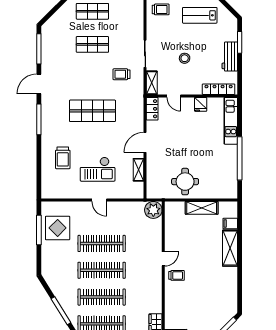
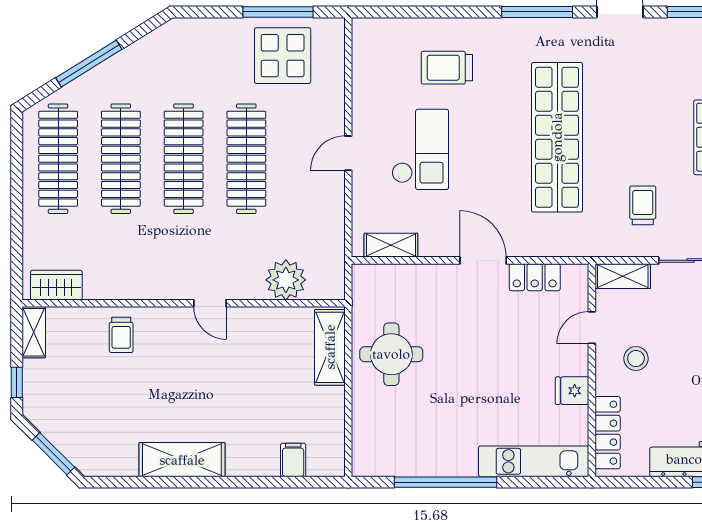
stool: (185, 58) -> (636, 359), moved
locker: (152, 109) -> (535, 277), moved
shop shelf: (92, 111) -> (557, 137), width x1.40
checkout: (98, 169) -> (420, 149), turned 180
shelving: (139, 170) -> (391, 245), moved
shelving: (202, 208) -> (330, 347), moved
plant: (153, 210) -> (286, 280), moved
shelving: (230, 248) -> (182, 460), moved
trolley: (177, 275) -> (121, 335), moved

